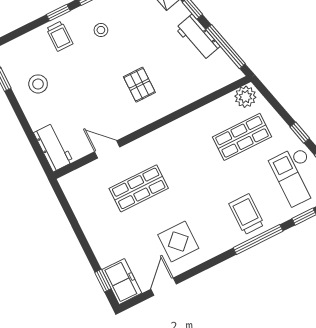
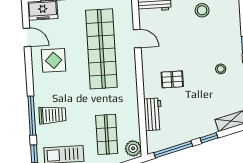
trolley: (60, 36) -> (229, 39), removed
workbench: (198, 37) -> (153, 114), moved, turned 104
door: (107, 149) -> (137, 39), hinge flipped
shop shelf: (139, 188) -> (101, 49), width x2.00, depth x1.36

